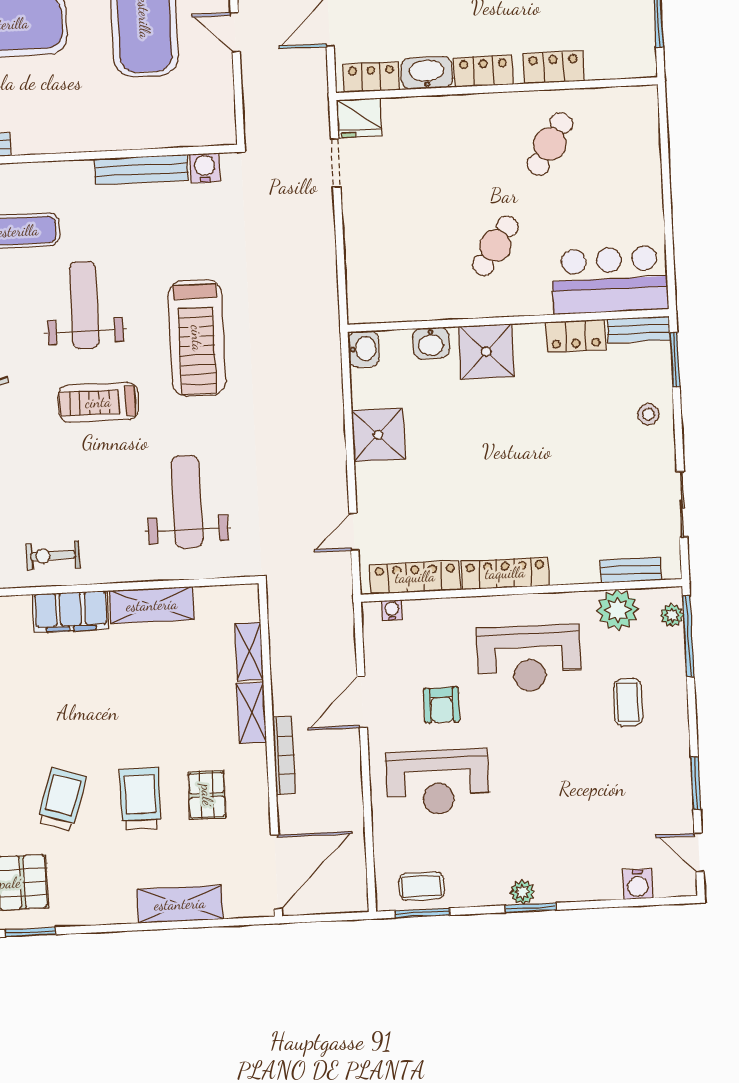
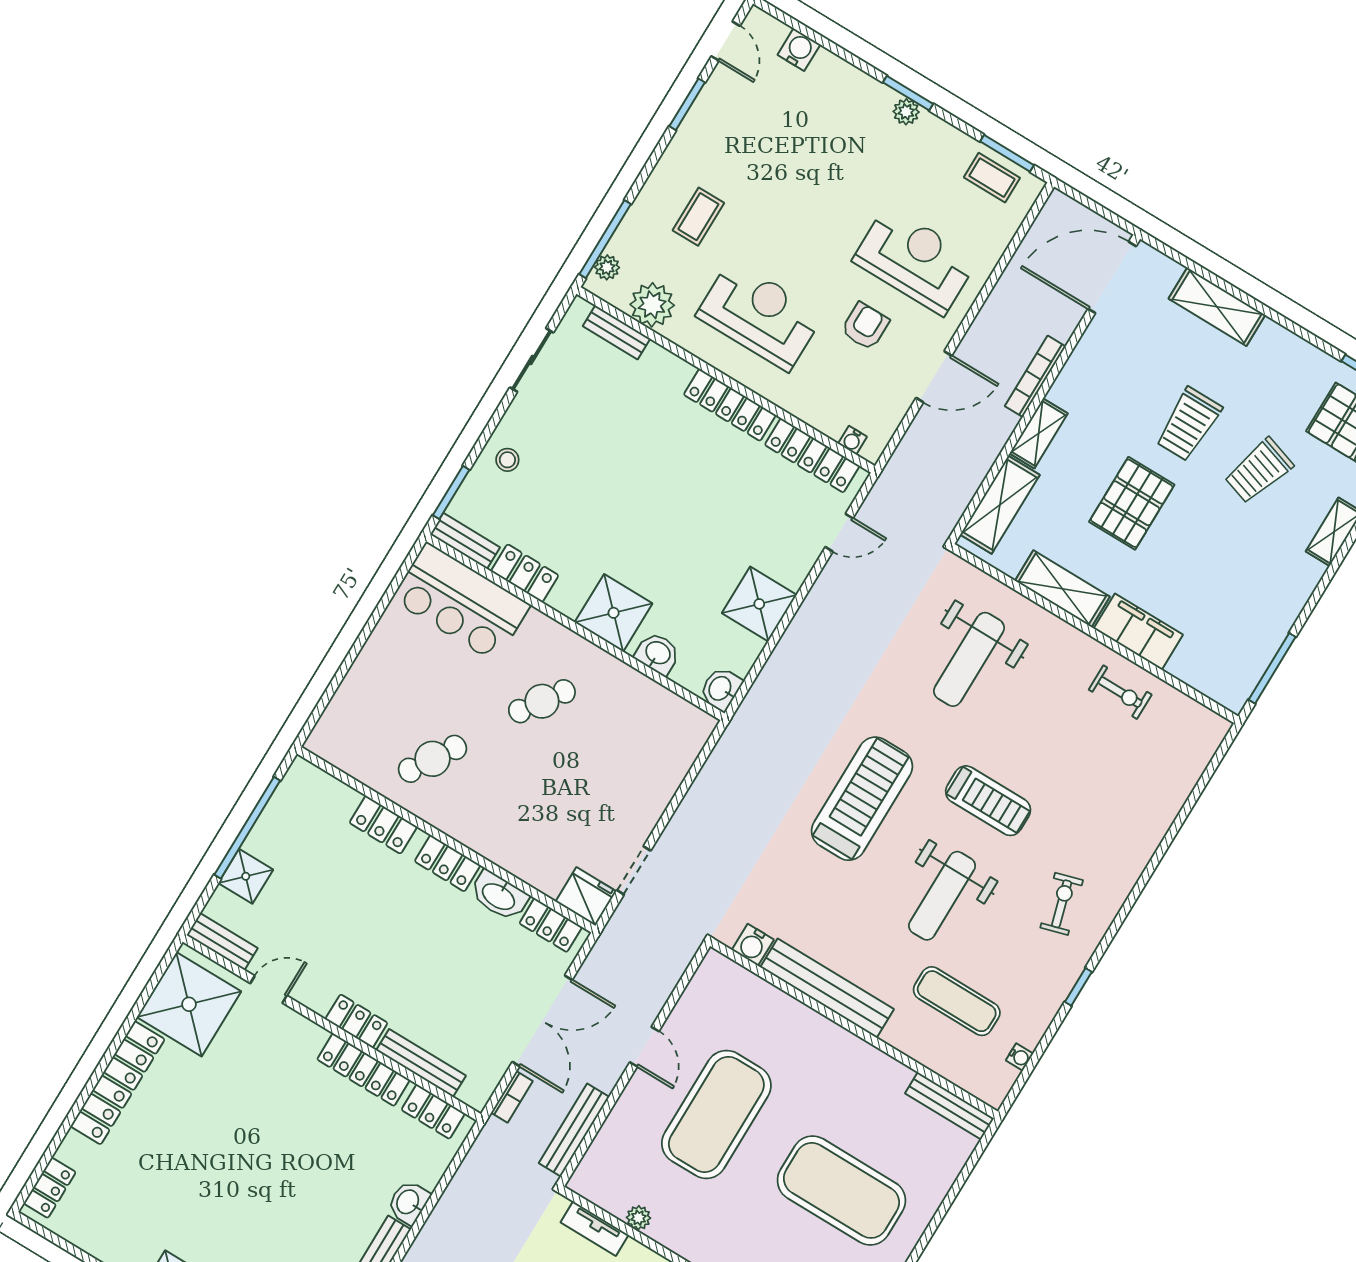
bench: (142, 170) -> (827, 988), width x1.37, depth x1.21
shelving: (249, 652) -> (1000, 505), width x1.50, depth x1.33
pallet: (207, 795) -> (1132, 503), moved, width x1.50, depth x1.42

